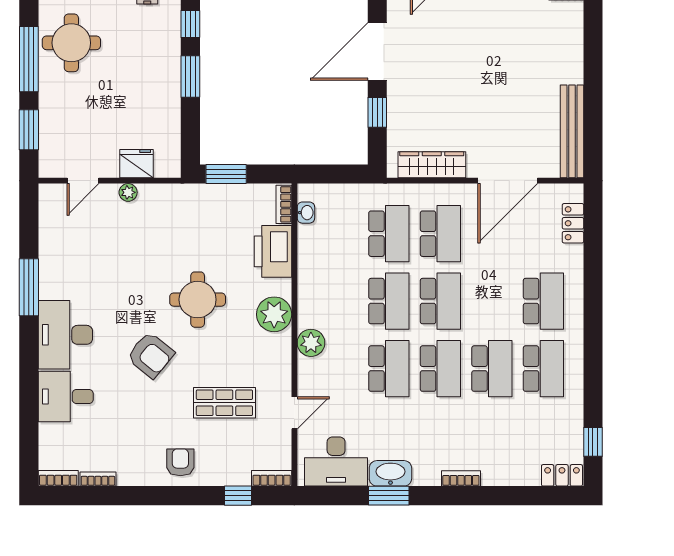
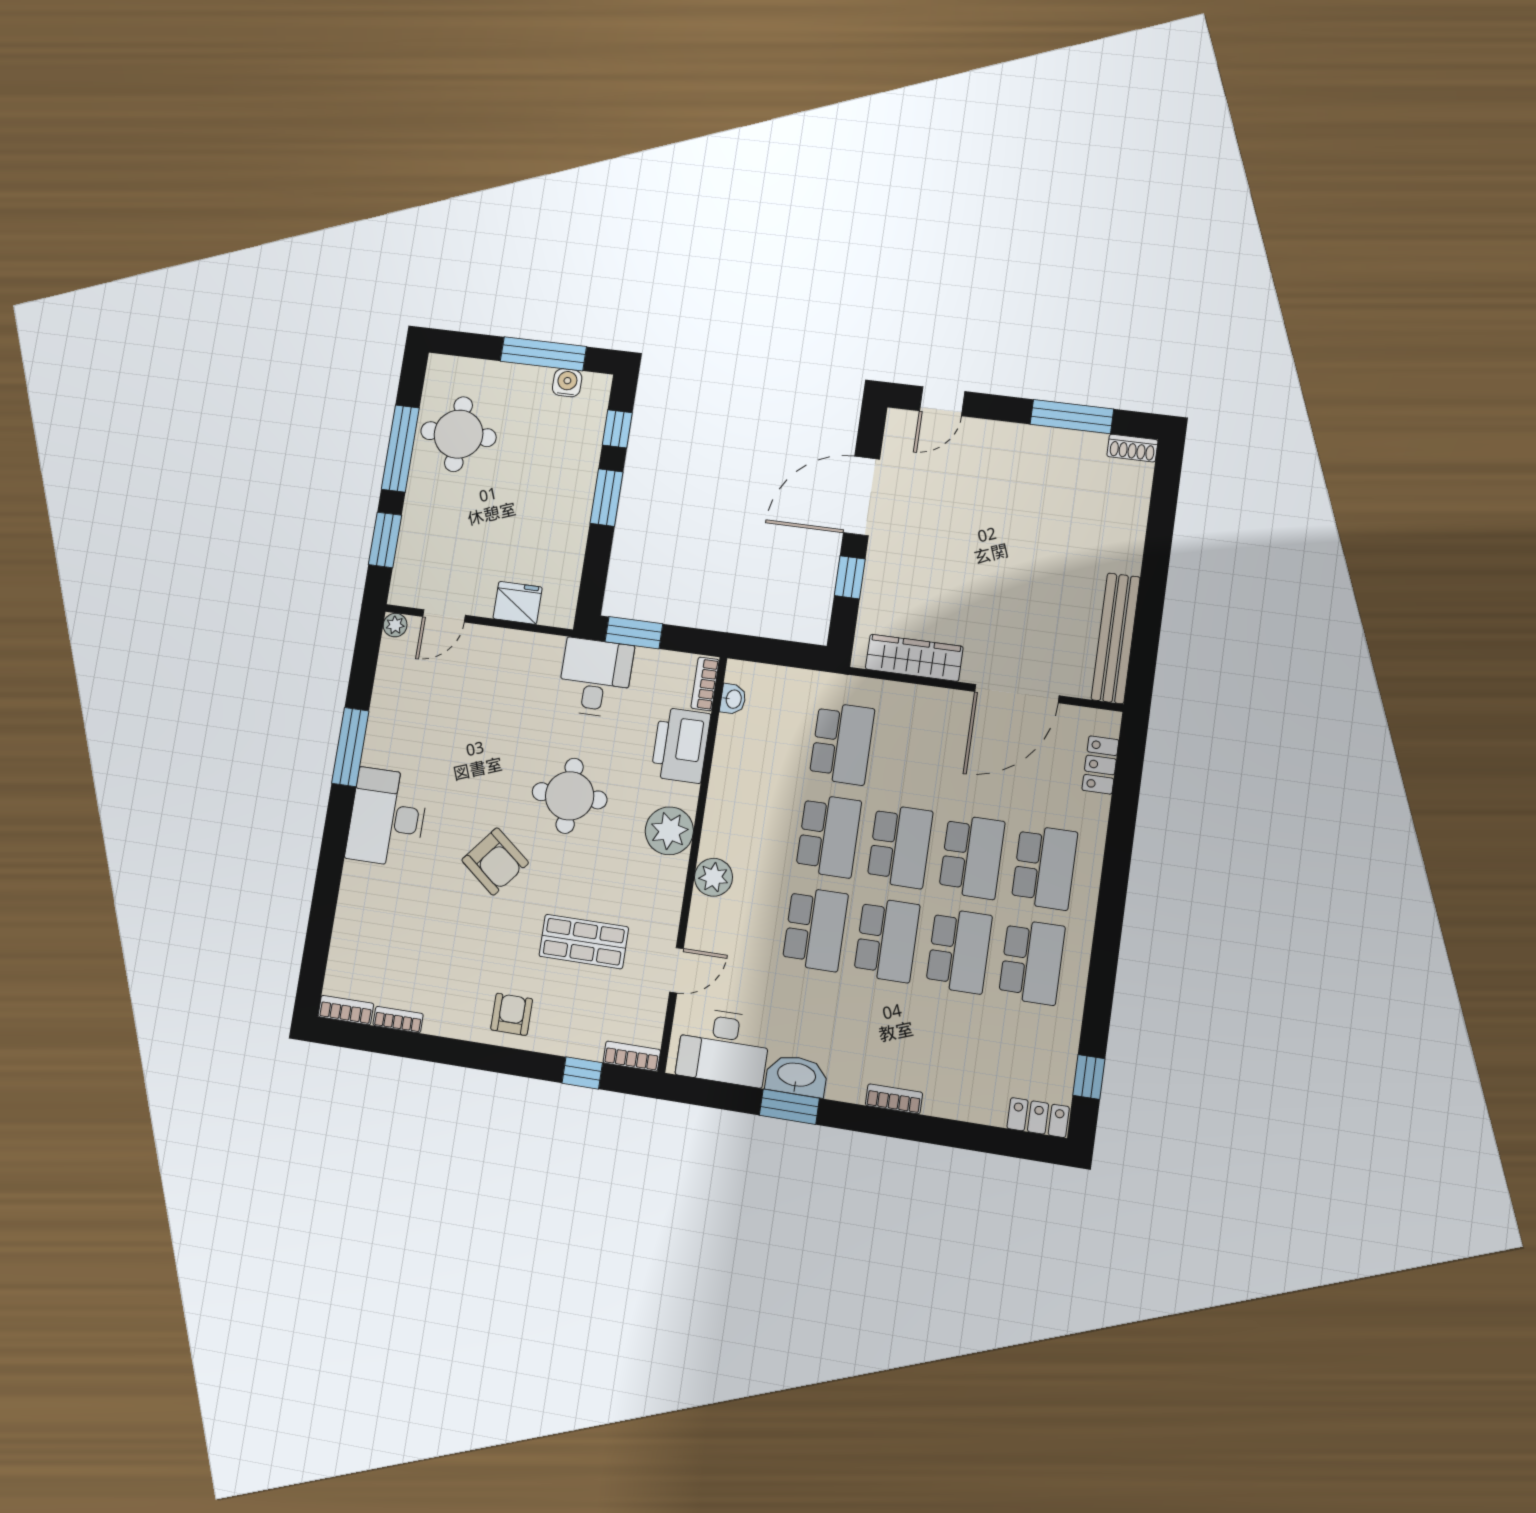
plant: (128, 192) -> (395, 625), moved
school desk: (440, 234) -> (972, 857), moved
desk: (66, 397) -> (595, 678), moved, turned 90

